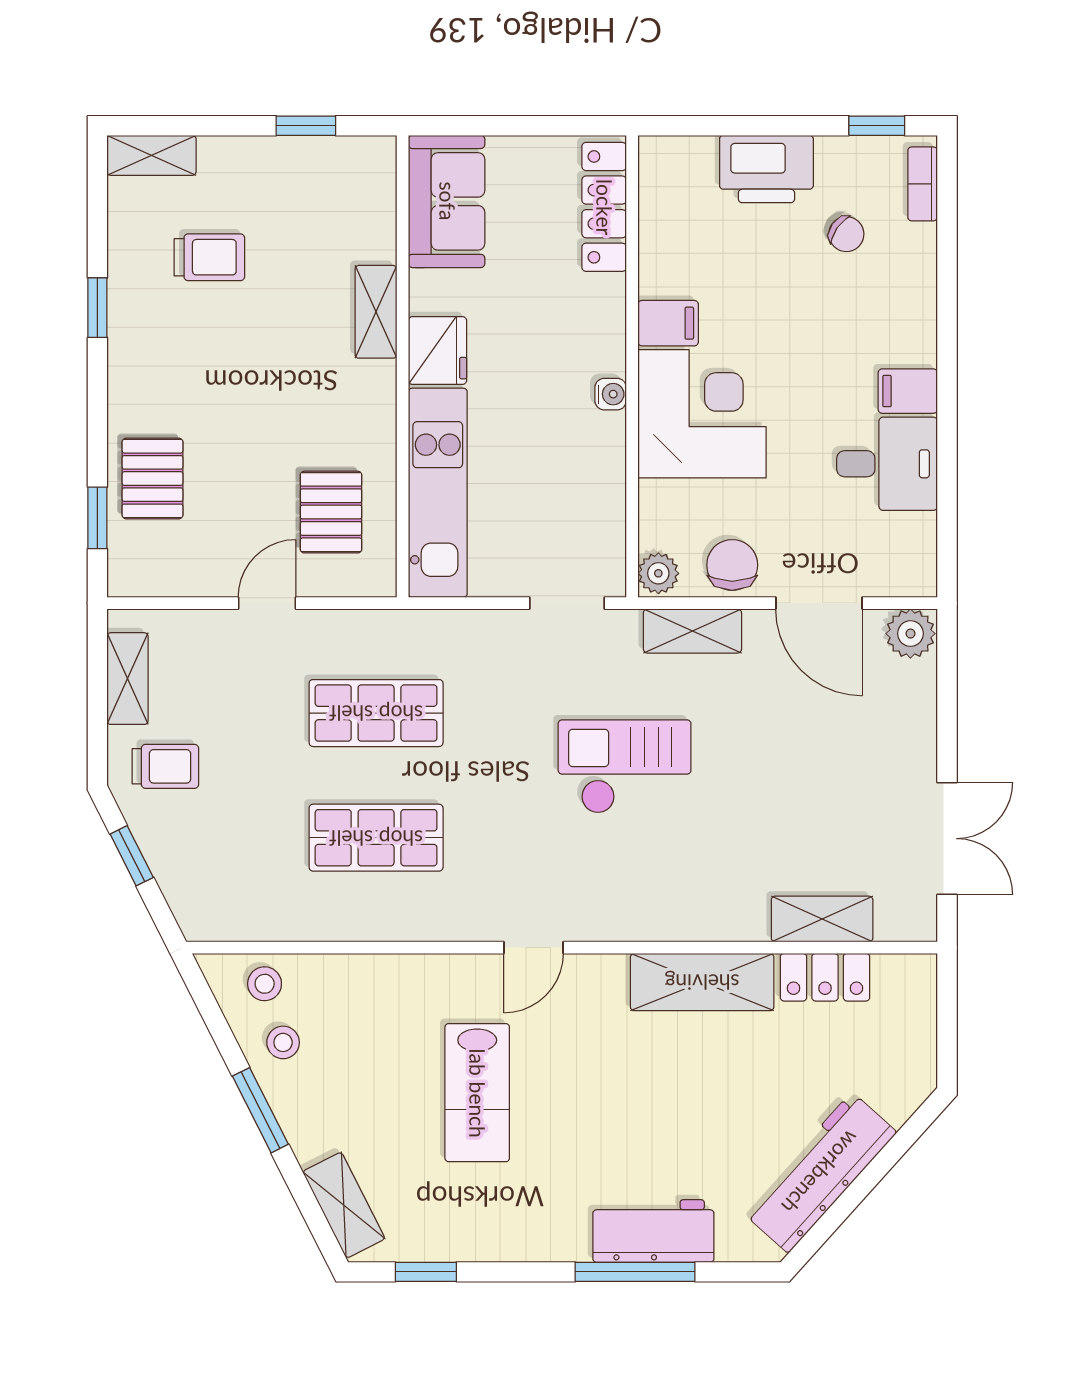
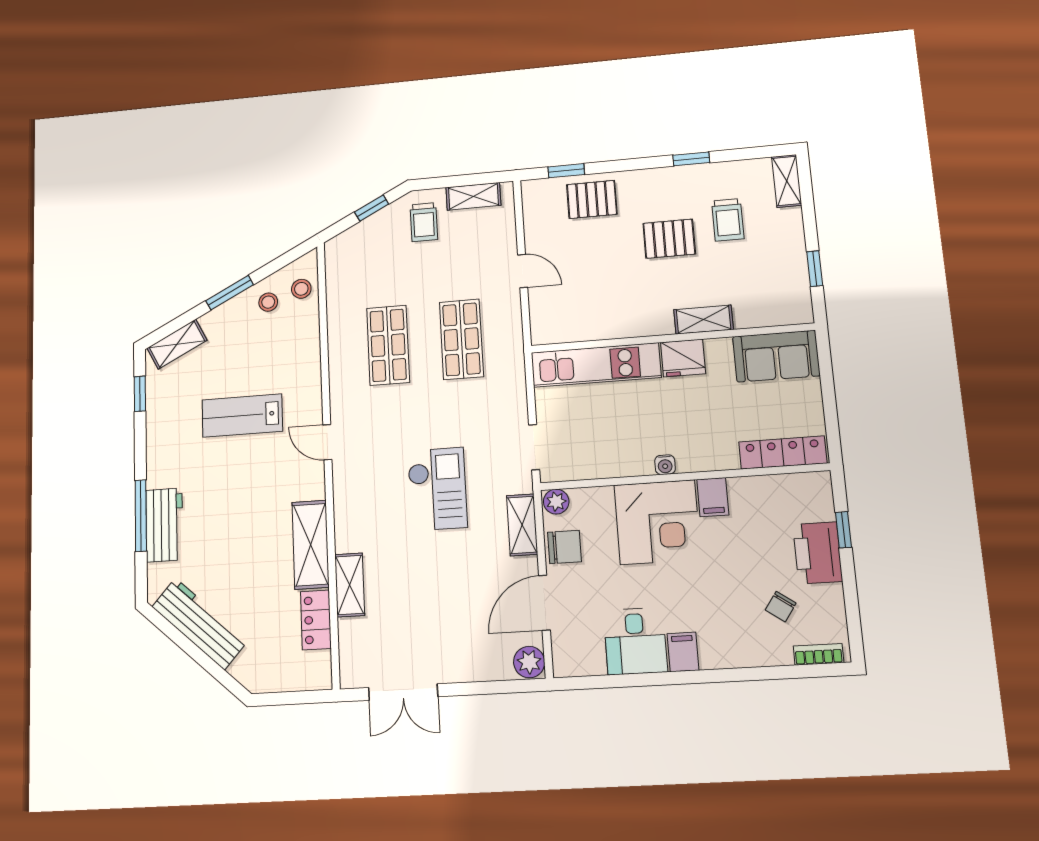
window: (877, 126) -> (843, 530), moved
pallet: (331, 512) -> (669, 239), moved
shelving: (822, 919) -> (350, 585), moved

